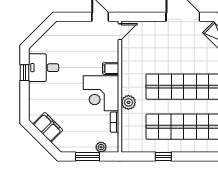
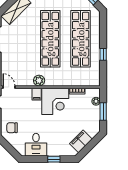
chair: (66, 36) -> (12, 128), added
window: (24, 73) -> (54, 159), moved
plant: (128, 102) -> (39, 81), moved

